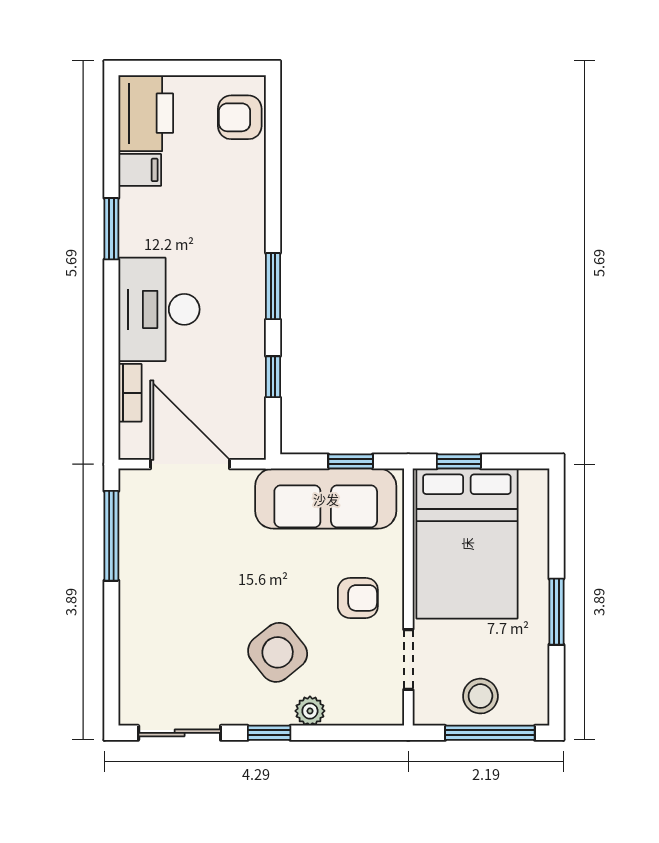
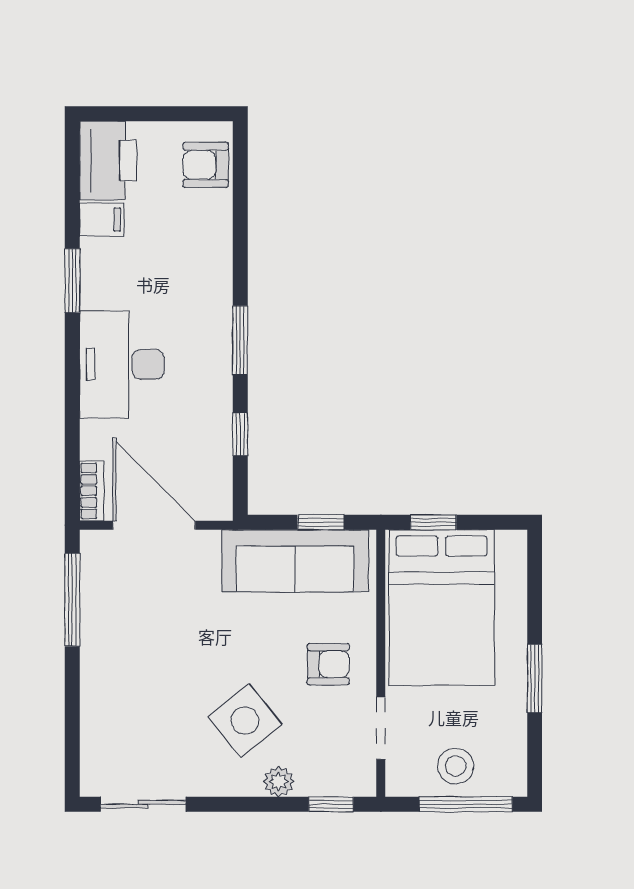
bookcase: (130, 393) -> (92, 491), moved
window: (269, 733) -> (331, 804), moved

